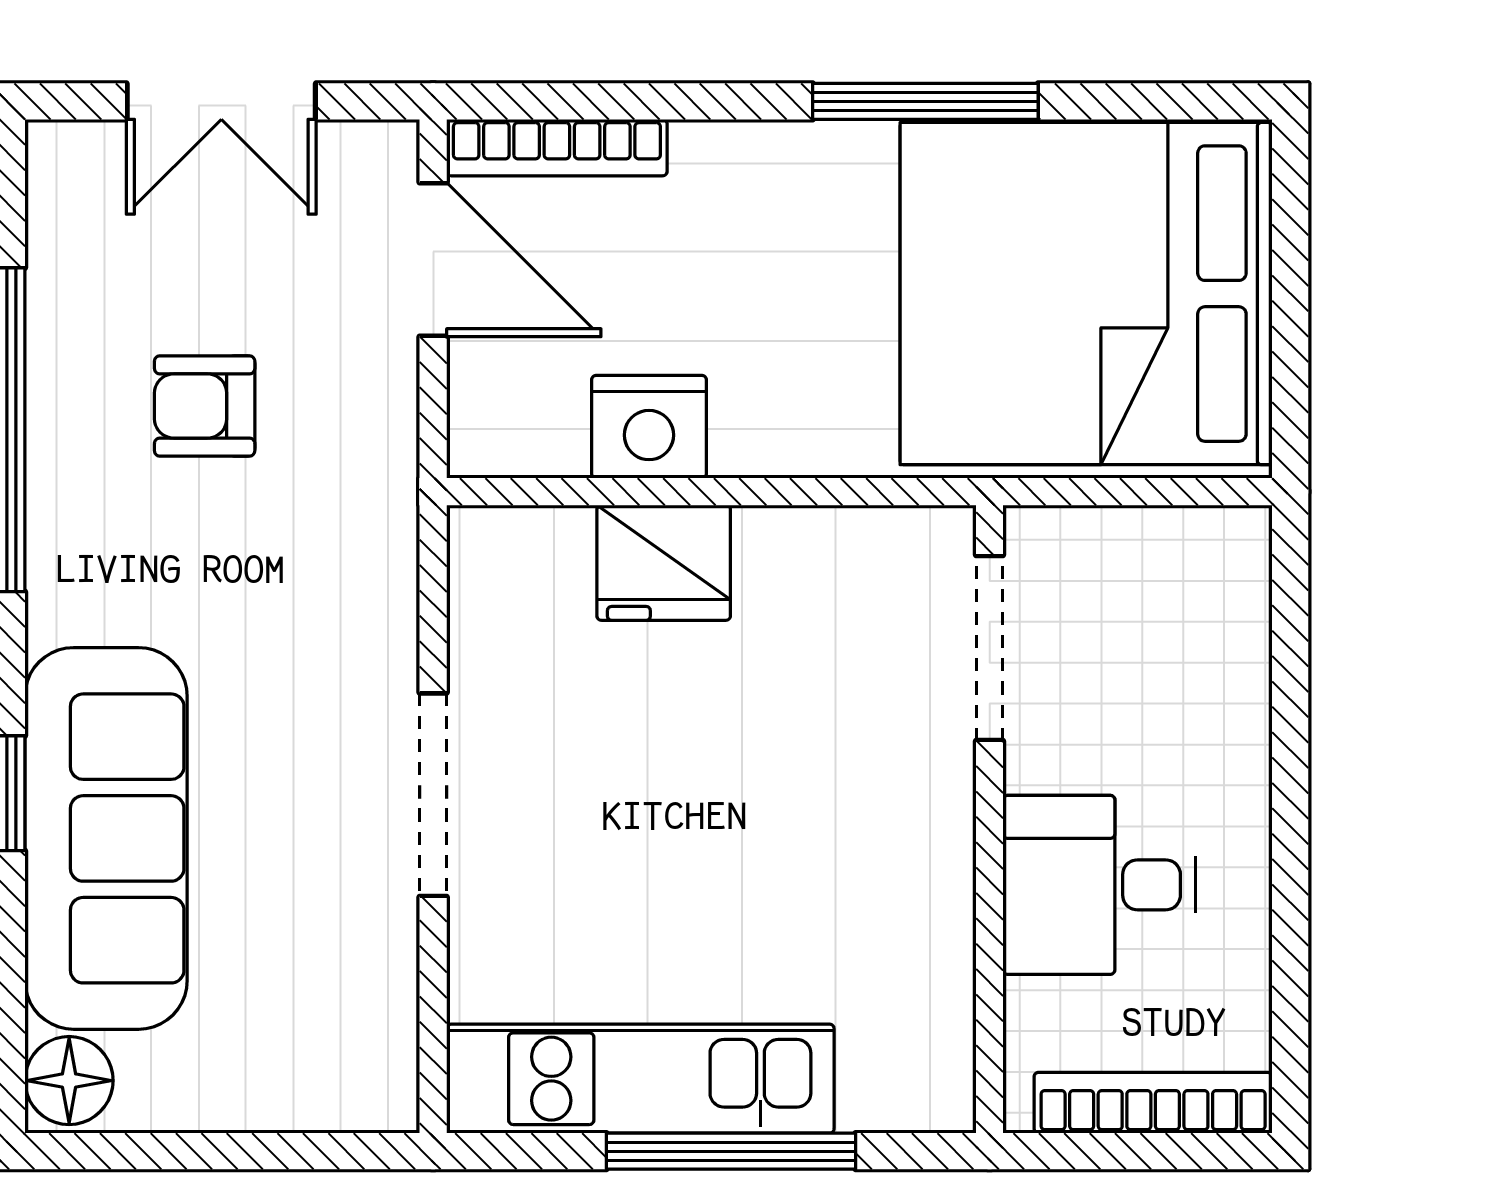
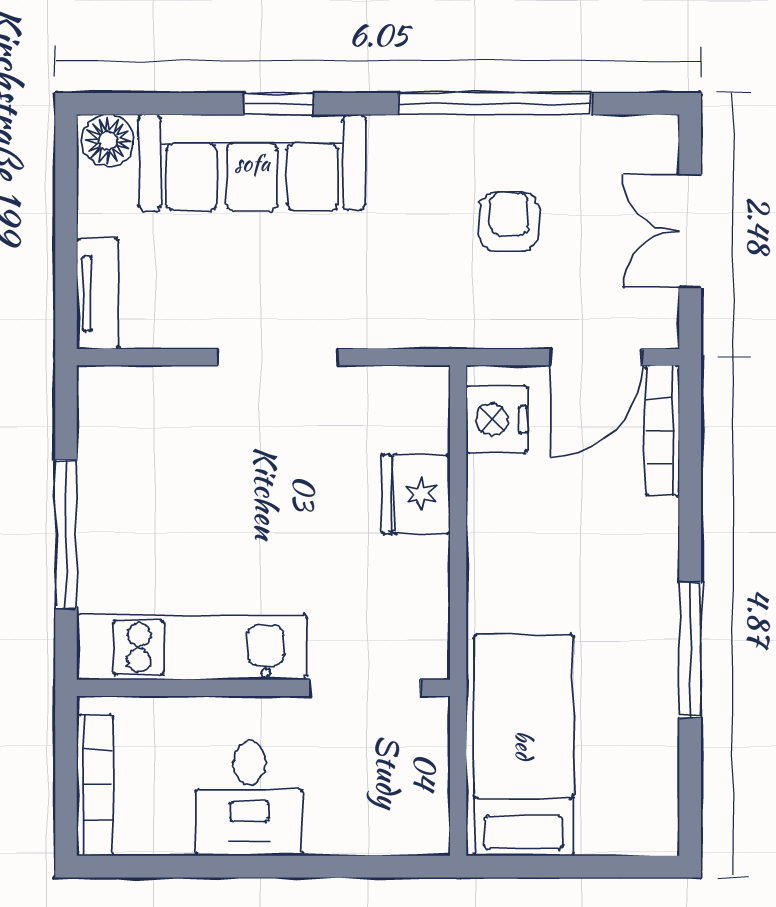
bed: (1086, 294) -> (524, 745), width x0.49
nightstand: (649, 427) -> (497, 419), moved
desk: (1099, 885) -> (249, 799), moved, turned 180
kitchen unit: (640, 1079) -> (192, 647), moved, turned -90
tv unit: (327, 1098) -> (98, 294), added

